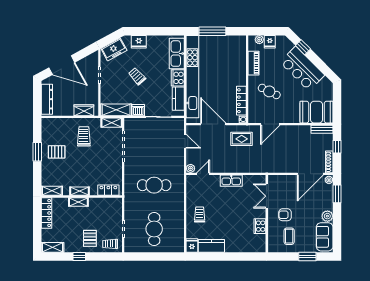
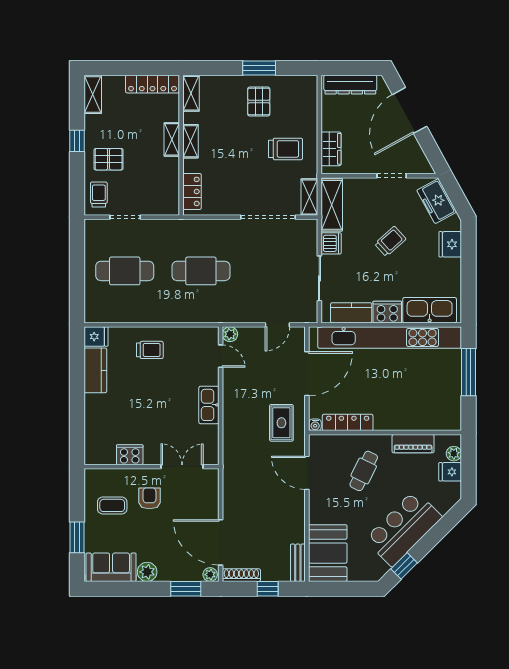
window: (303, 47) -> (404, 566), moved
cafe table: (154, 185) -> (201, 271), turned 90

